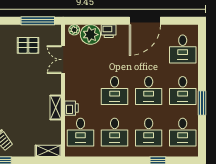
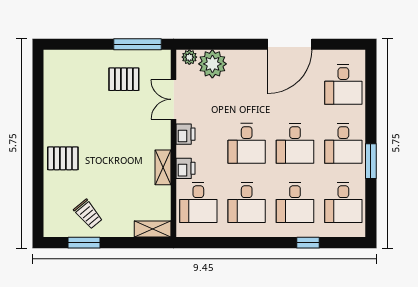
printer: (109, 31) -> (186, 134), moved, turned -90

